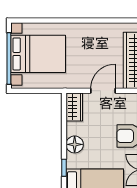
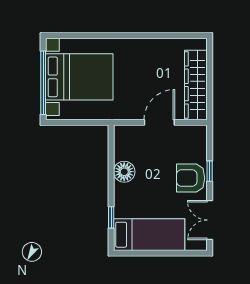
wardrobe: (74, 107) -> (124, 142), removed
floor lamp: (75, 144) -> (124, 172), moved

